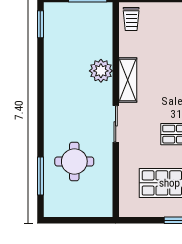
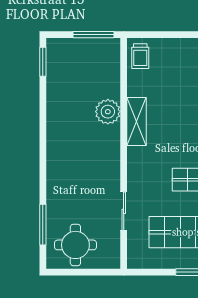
sliding door: (116, 124) -> (124, 211), moved
round table: (74, 161) -> (75, 245), moved

